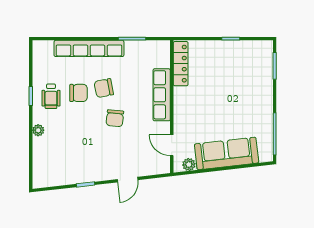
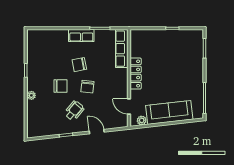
row of seats: (89, 48) -> (81, 35), width x0.50
locker: (181, 64) -> (136, 74), moved
chair: (78, 93) -> (60, 86), moved
row of seats: (162, 95) -> (122, 49), moved
wheelchair: (51, 96) -> (74, 111), moved, turned -140
door: (128, 180) -> (97, 132), swing flipped

